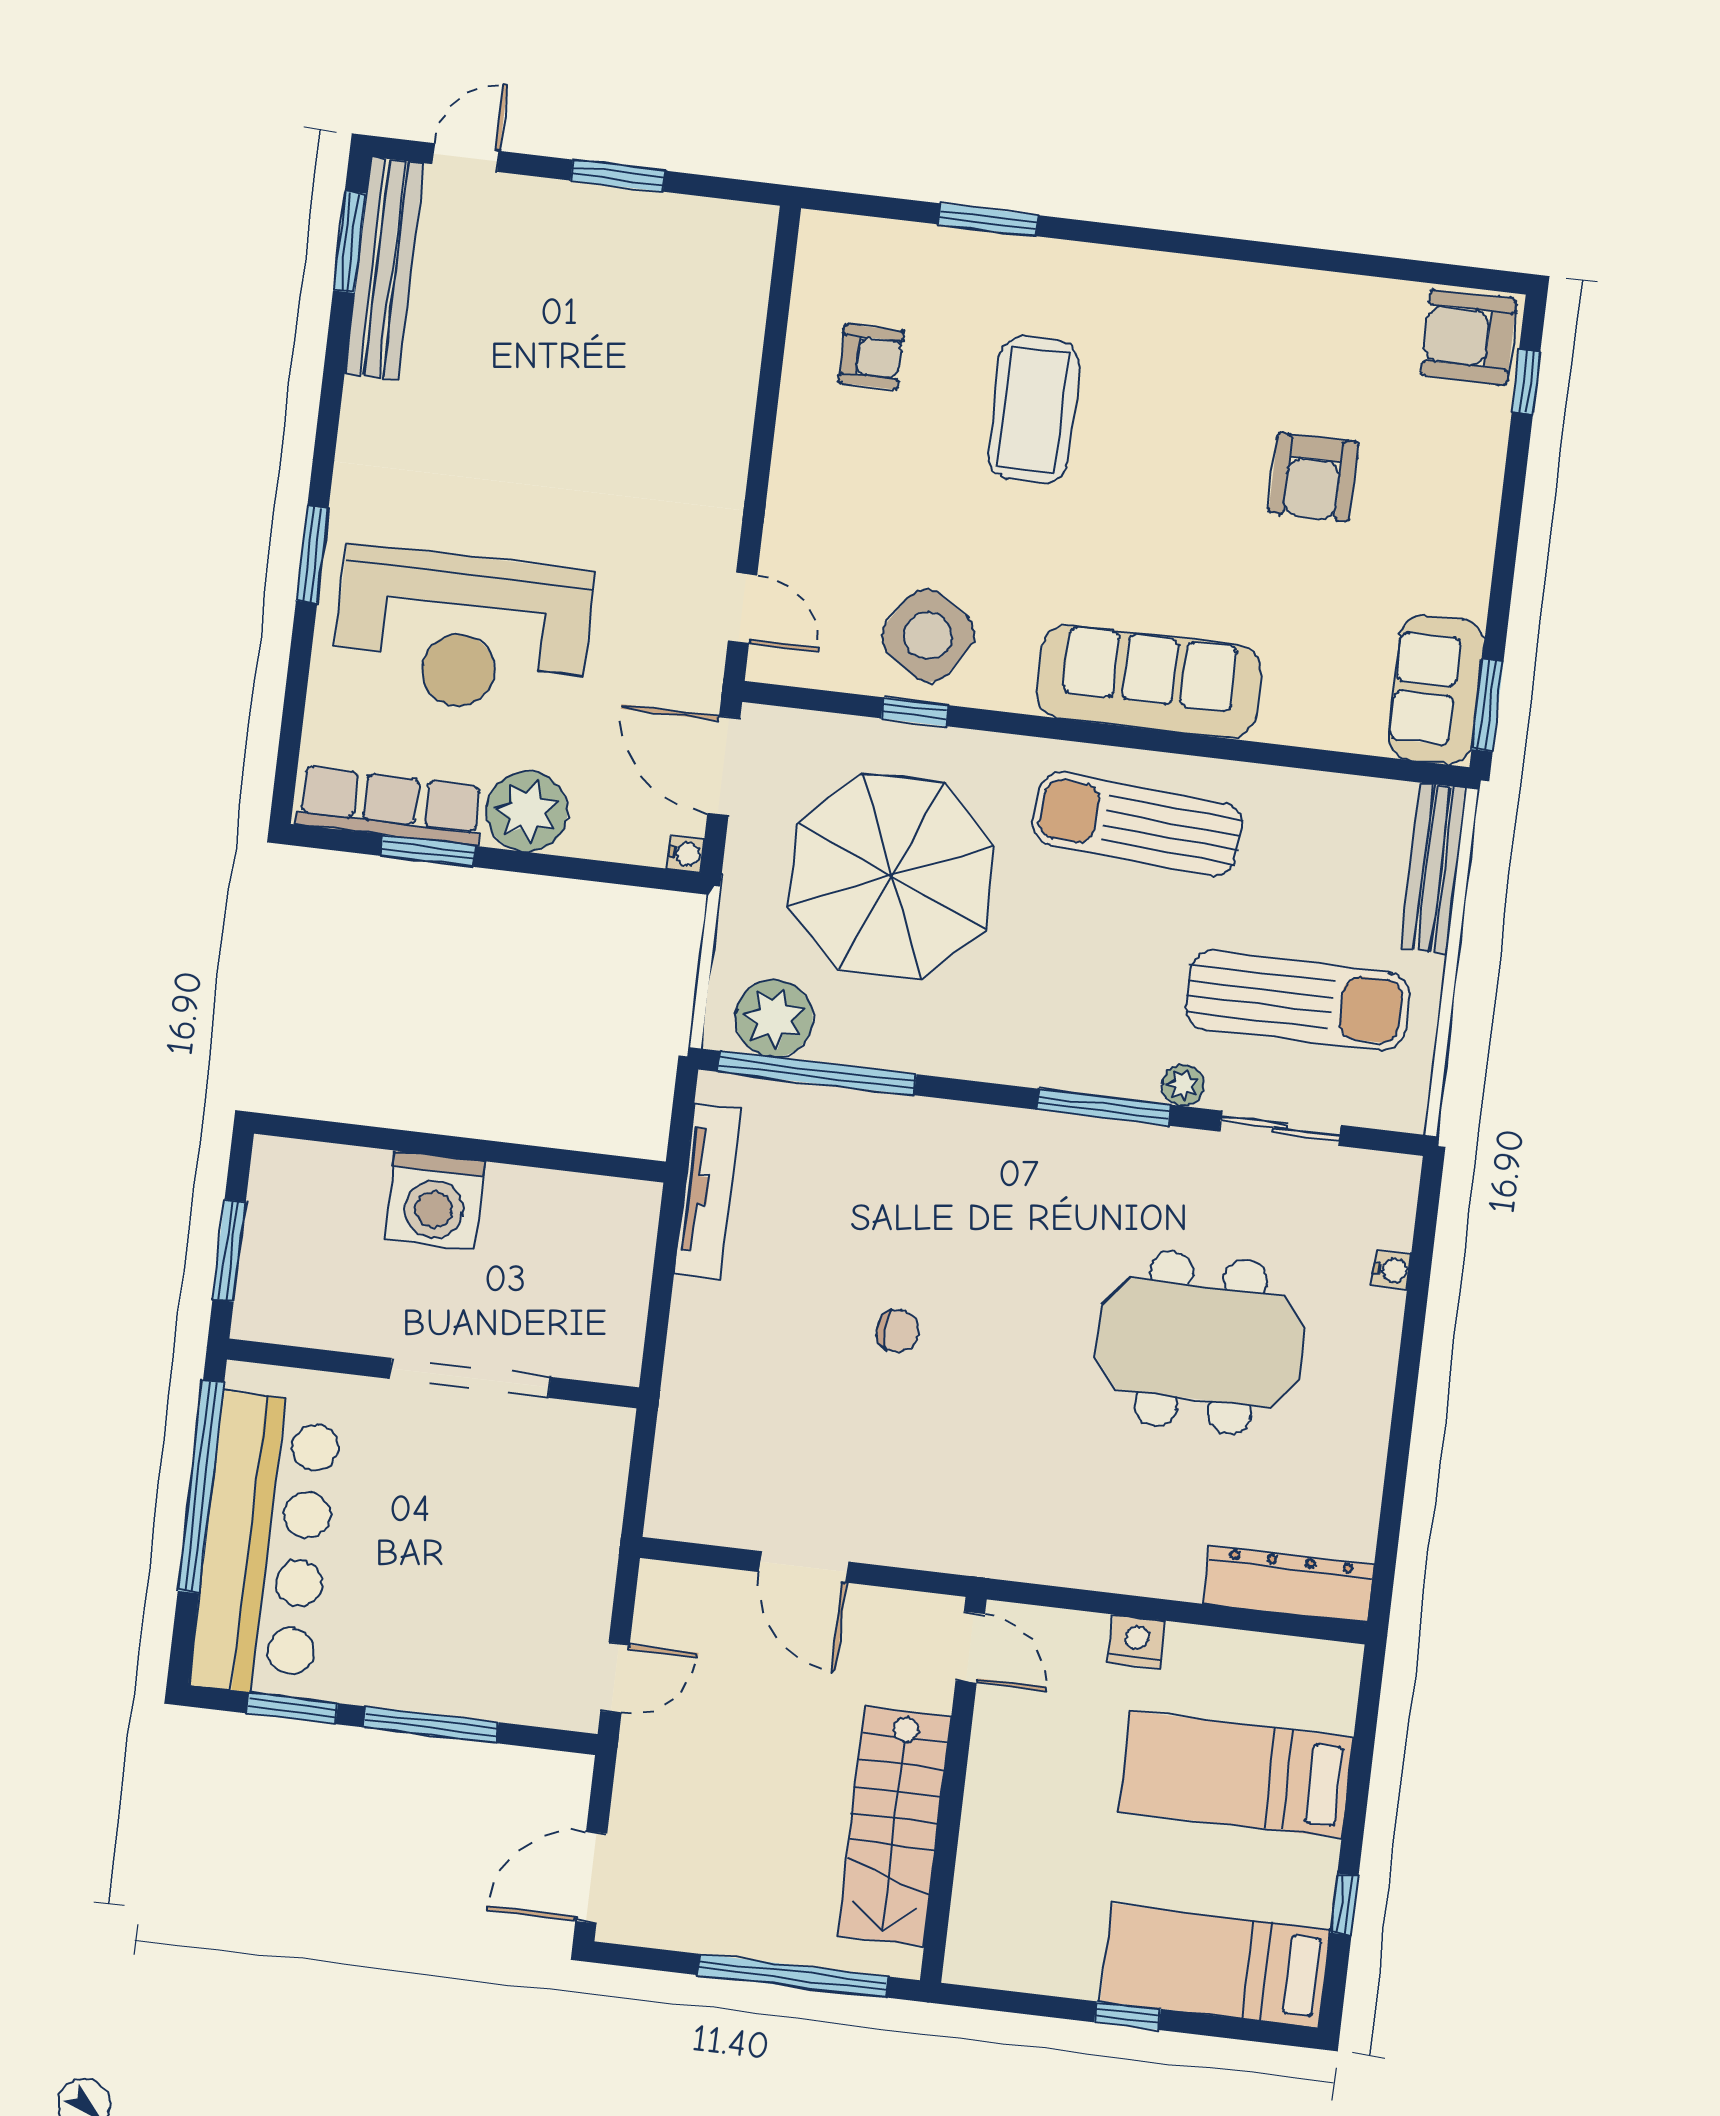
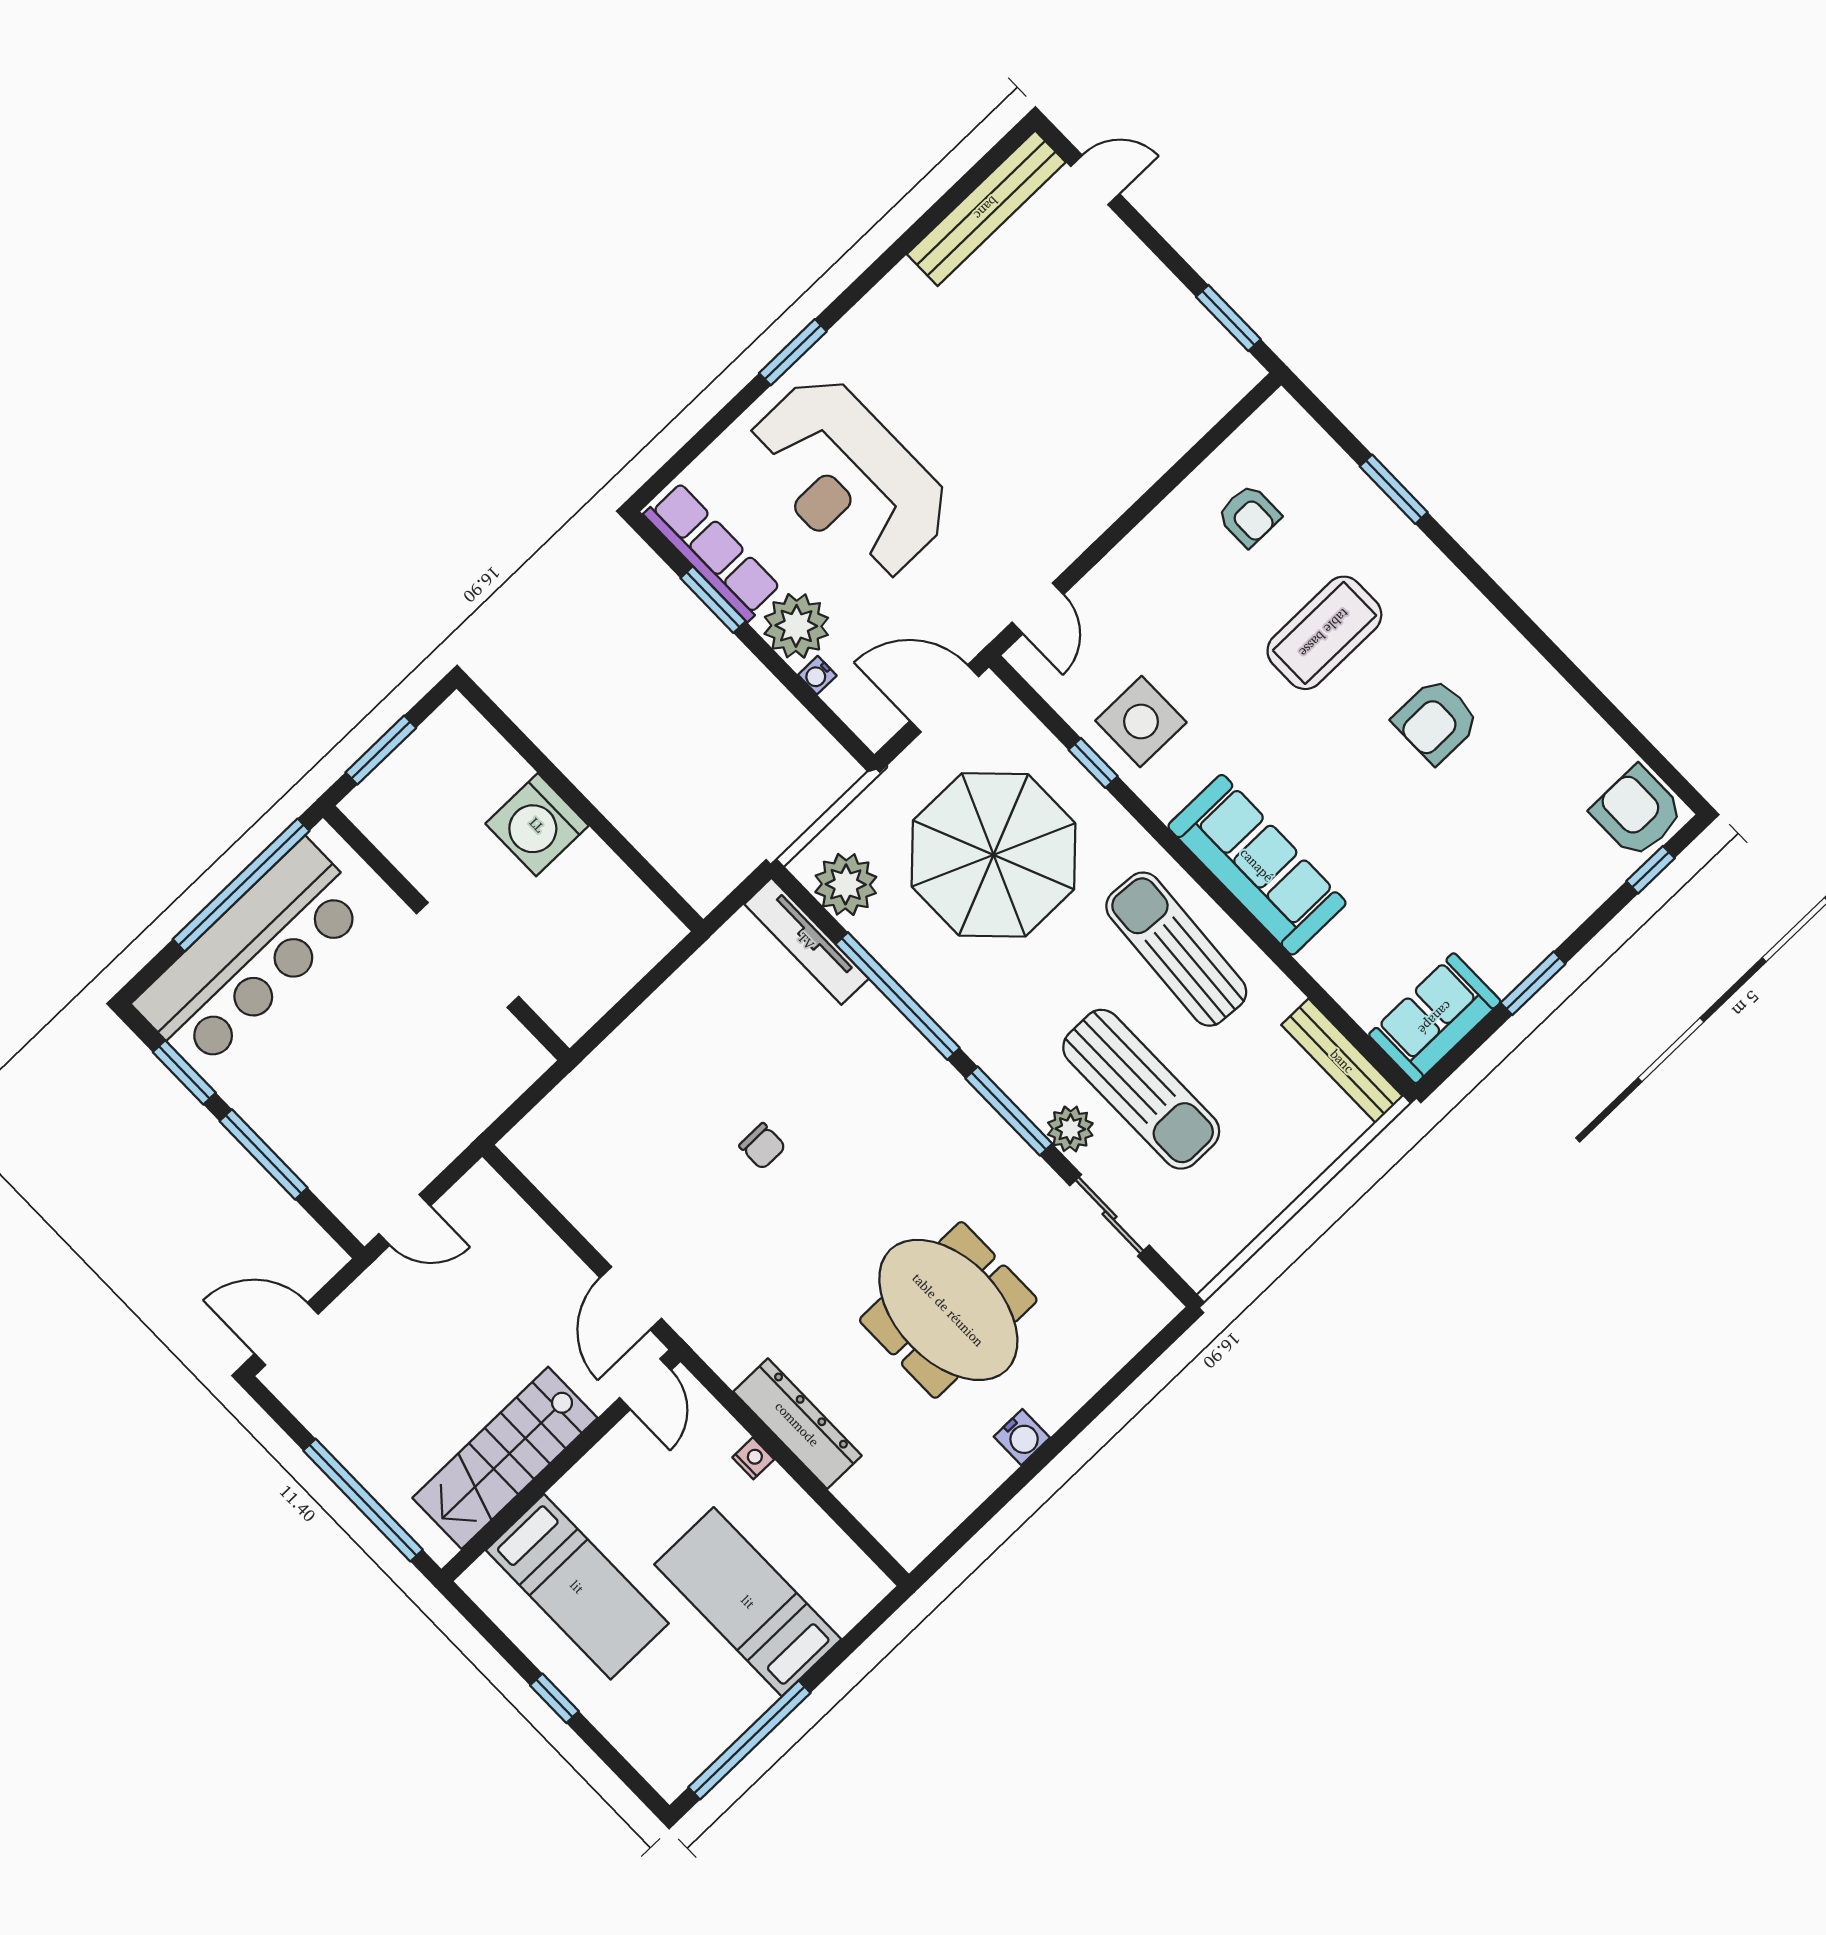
window: (618, 176) -> (1228, 318), moved
window: (349, 242) -> (978, 173), removed
armchair: (1313, 477) -> (1436, 721), moved
side table: (928, 636) -> (1141, 722), turned -34
window: (1487, 705) -> (1533, 983), moved
door: (724, 766) -> (944, 699), hinge flipped
water cooler: (686, 854) -> (817, 675), moved, turned 90
bench: (1434, 868) -> (1342, 1061), moved, turned 90
sun lounger: (1297, 1001) -> (1141, 1089), moved
window: (817, 1073) -> (898, 996), moved
plant: (1183, 1085) -> (1070, 1129), width x1.38, depth x1.38
tv unit: (707, 1191) -> (806, 941), moved, turned 90
water cooler: (1392, 1270) -> (1022, 1437), moved, width x1.38, depth x1.38
door: (804, 1567) -> (631, 1298), moved
dresser: (1289, 1584) -> (797, 1424), moved
nightstand: (1137, 1641) -> (753, 1458), width x0.72, depth x0.74
window: (1344, 1904) -> (749, 1740), width x3.17
bed: (1216, 1966) -> (577, 1587), moved, turned 180

